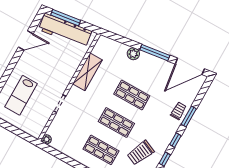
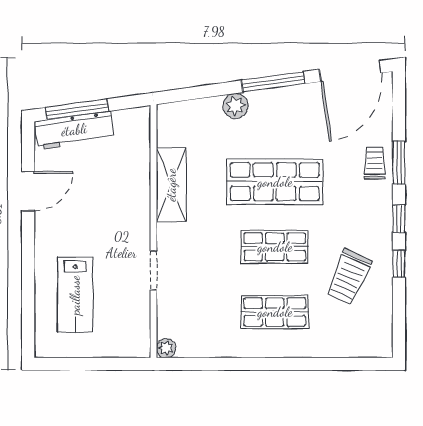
workbench: (65, 30) -> (74, 130), width x0.73, depth x0.76
shop shelf: (132, 95) -> (275, 182), width x1.43, depth x1.36

